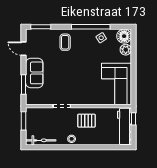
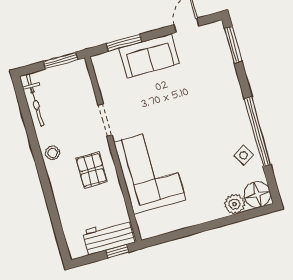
coffee table: (65, 42) -> (218, 95), removed
corner sofa: (116, 84) -> (150, 171), moved, turned 90
workbench: (124, 126) -> (109, 237), width x0.73

